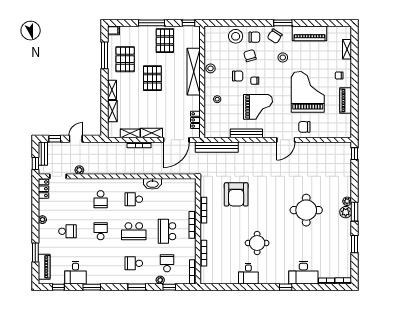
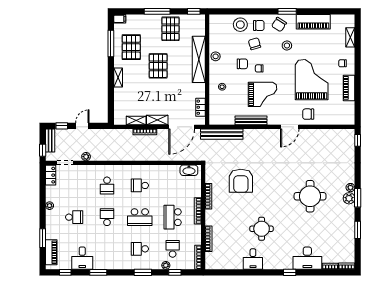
shelving: (112, 111) -> (119, 98), removed
washbasin: (152, 184) -> (189, 170), moved

